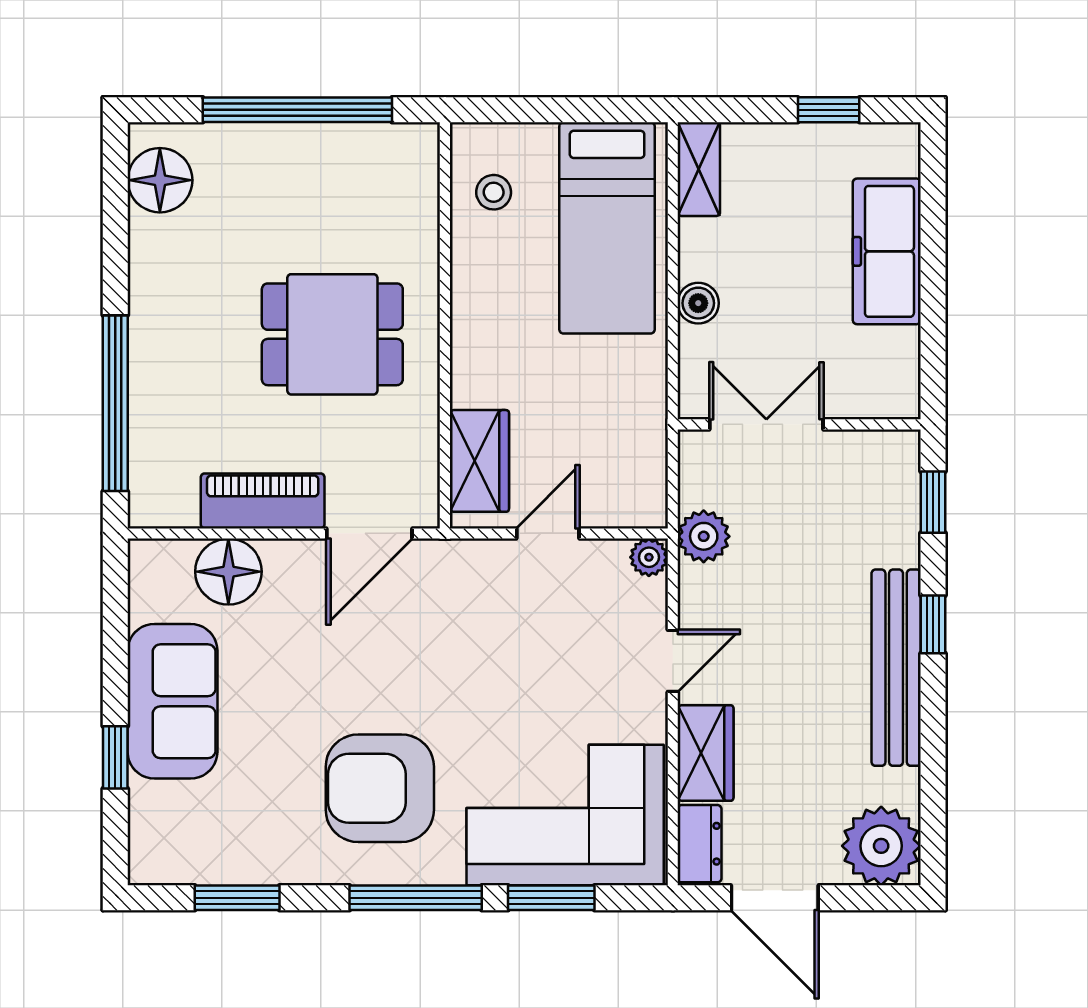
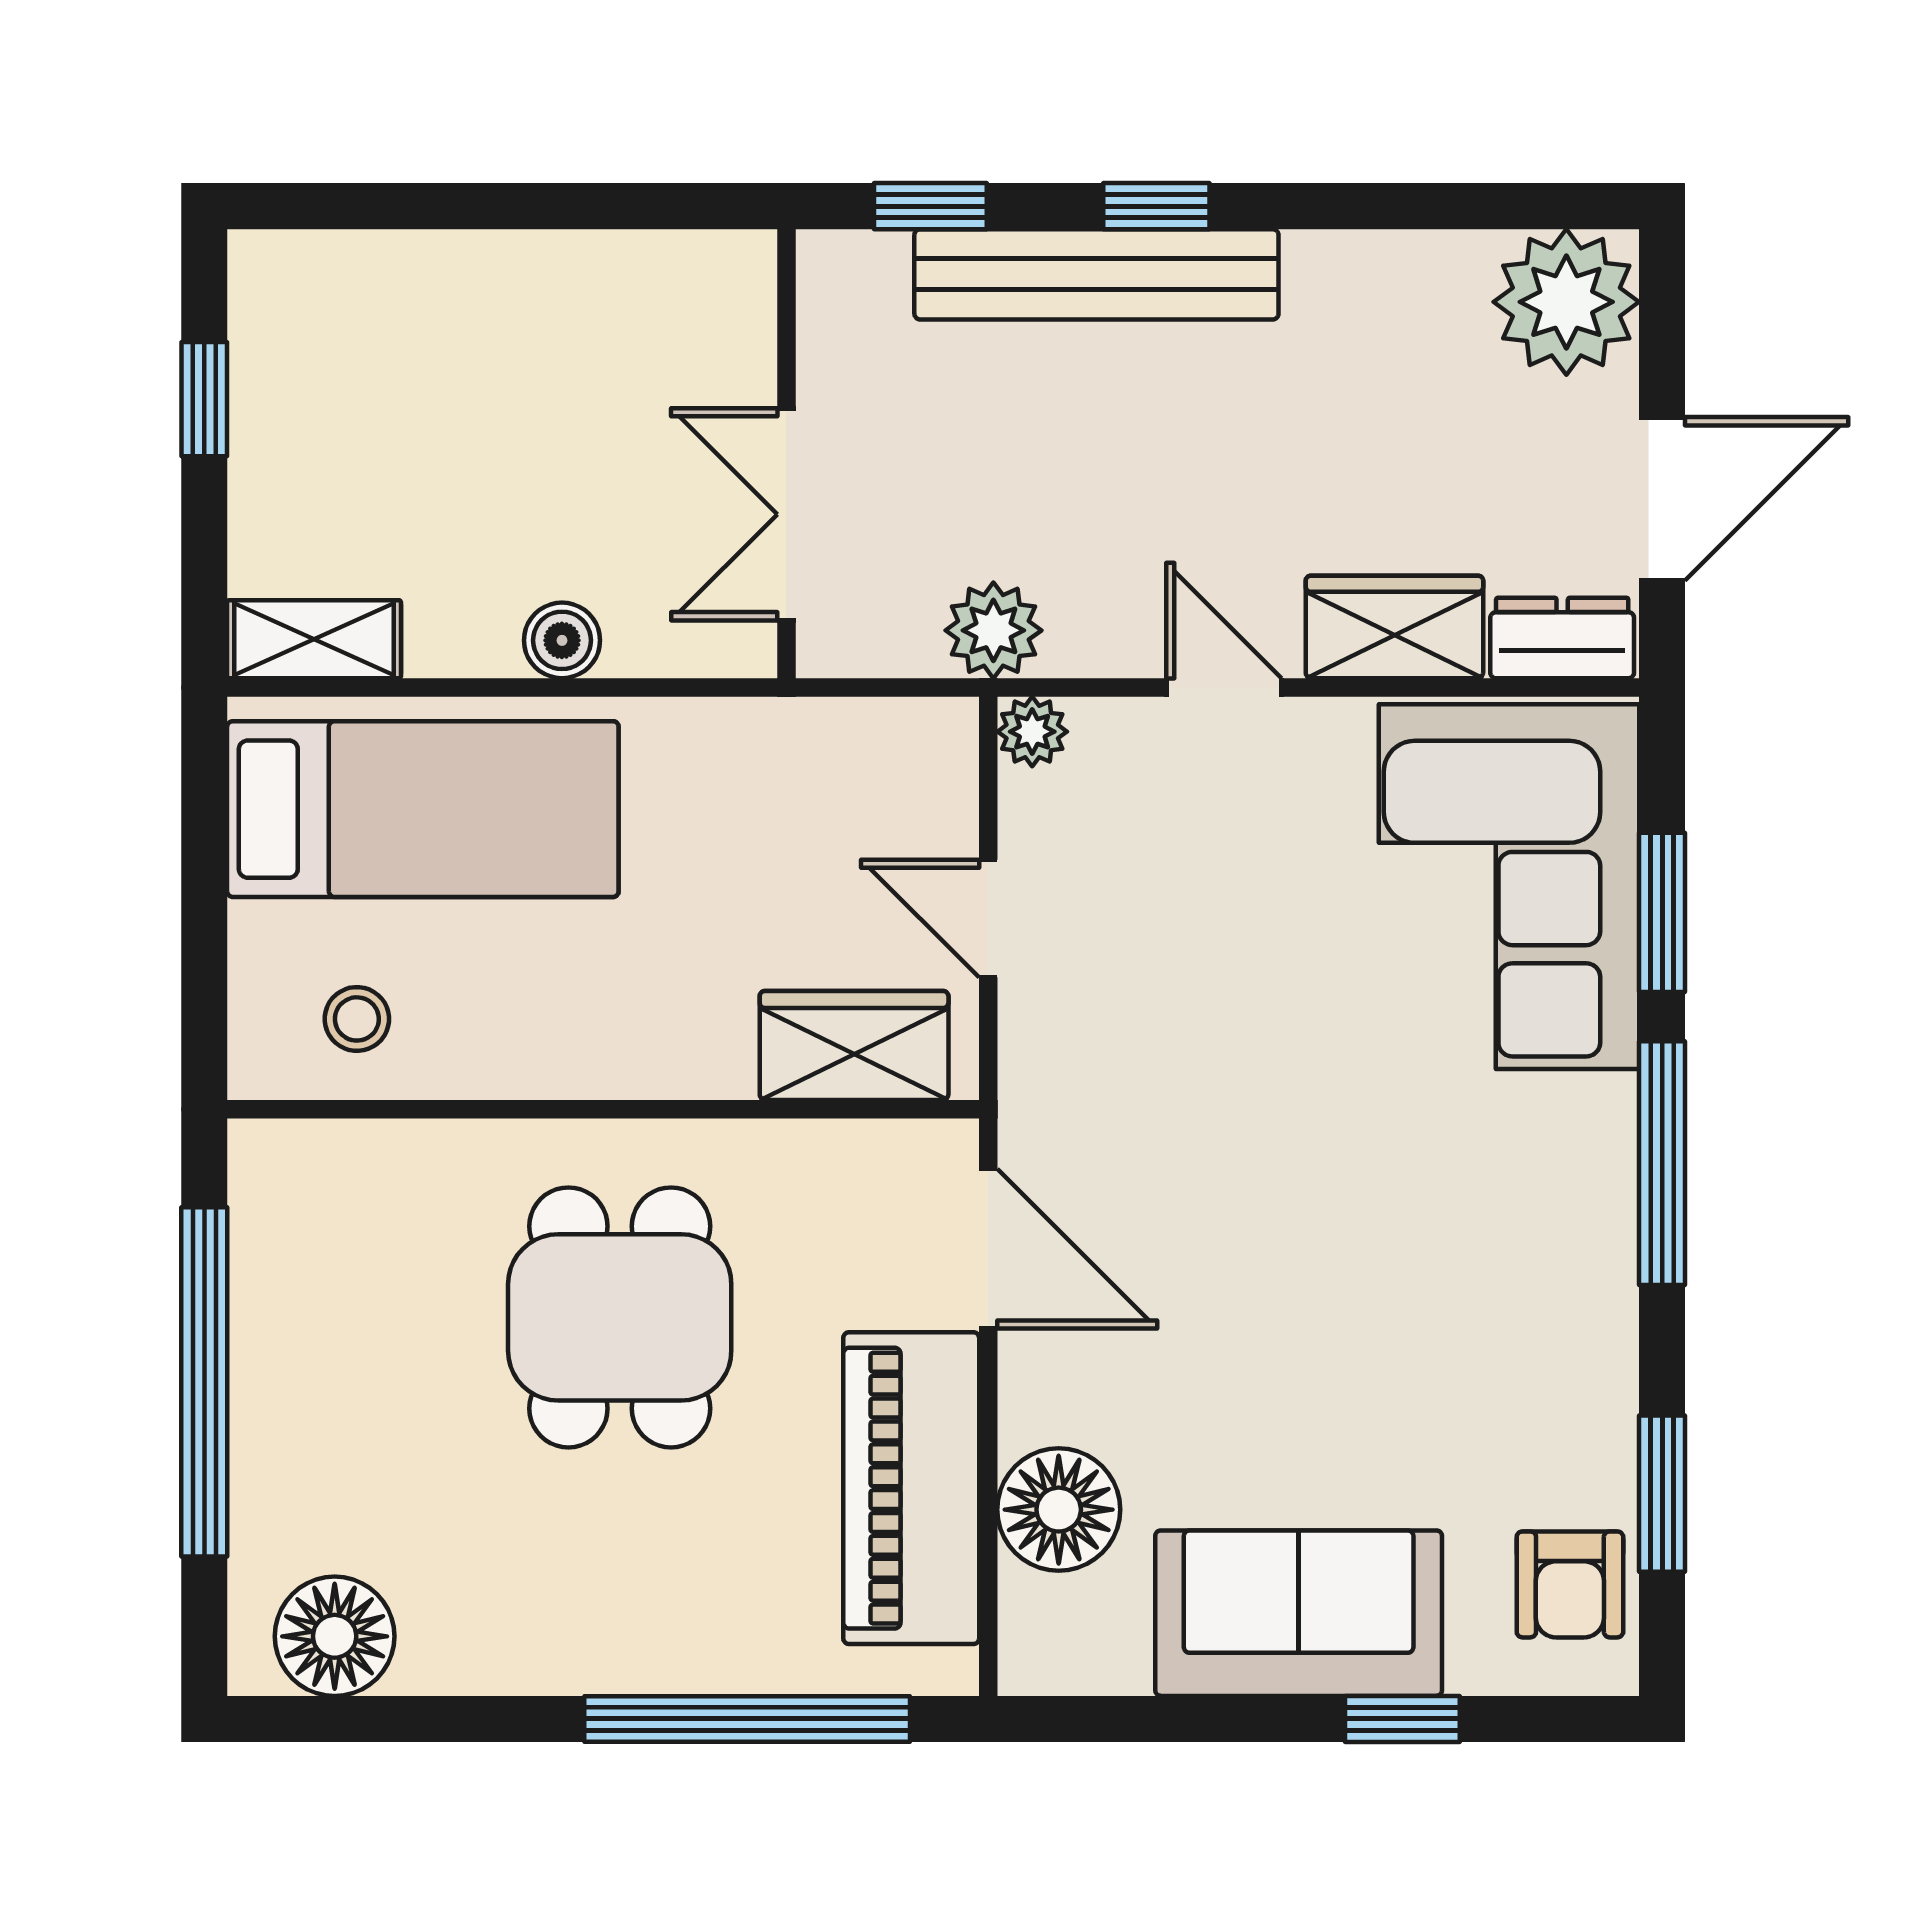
freezer: (887, 251) -> (466, 292), removed
piano: (263, 501) -> (911, 1488), width x1.37, depth x1.33
bench: (896, 668) -> (1096, 274), moved
armchair: (380, 788) -> (1570, 1584), moved, width x0.53, depth x0.53

